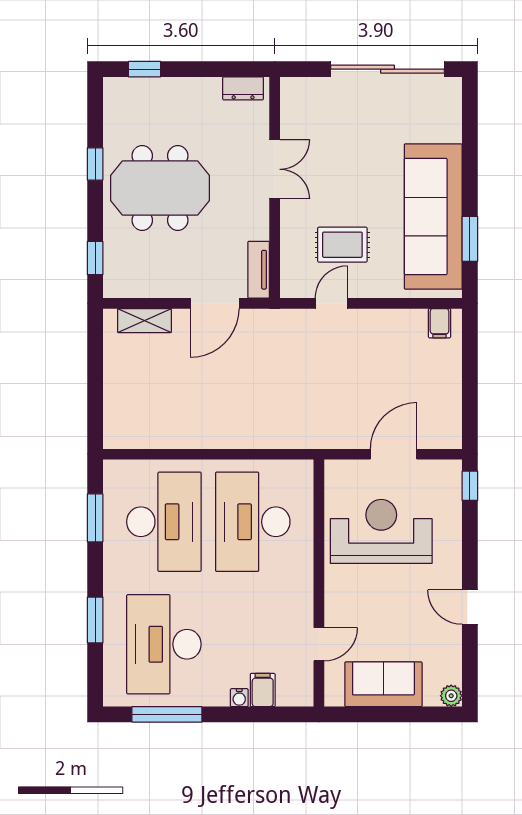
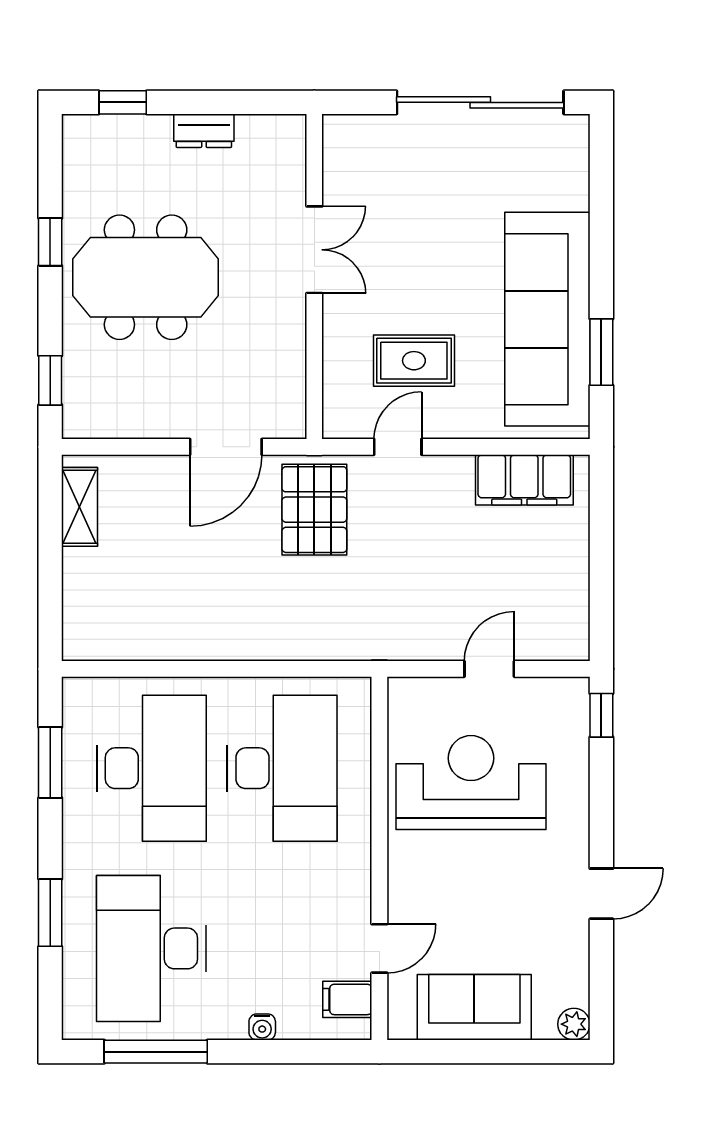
dresser: (243, 88) -> (204, 131), moved
tv unit: (259, 270) -> (291, 397), removed
shelving: (144, 321) -> (79, 507), moved, turned 90
filing cabinet: (440, 323) -> (524, 480), width x3.00, depth x1.17
pallet: (275, 346) -> (314, 510), added
door: (394, 454) -> (489, 669), width x0.73
desk: (253, 522) -> (282, 768), turned 180
door: (470, 607) -> (601, 894), swing flipped
filing cabinet: (263, 690) -> (347, 999), moved, turned -90

